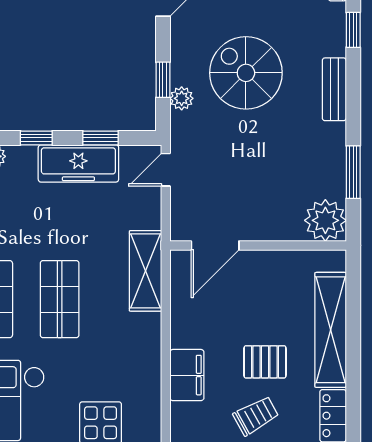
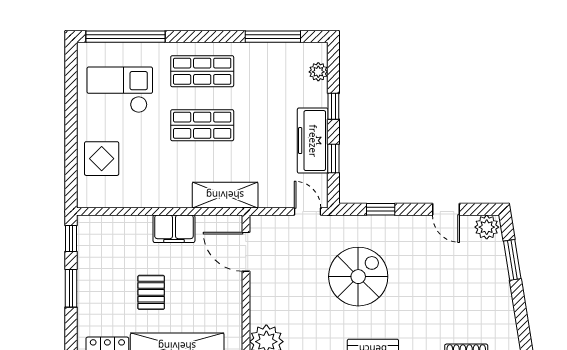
spiral stairs: (246, 73) -> (358, 277), moved
plant: (182, 98) -> (366, 224), removed
filing cabinet: (187, 375) -> (174, 229), moved
trolley: (256, 416) -> (107, 285), removed

